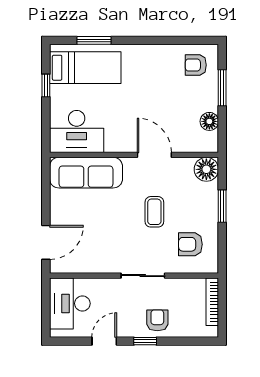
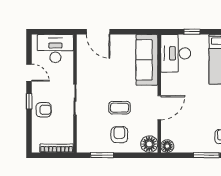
window: (46, 85) -> (192, 32), moved
floor lamp: (209, 121) -> (167, 146), moved
window: (222, 206) -> (102, 155), moved
armchair: (190, 244) -> (119, 135), moved

